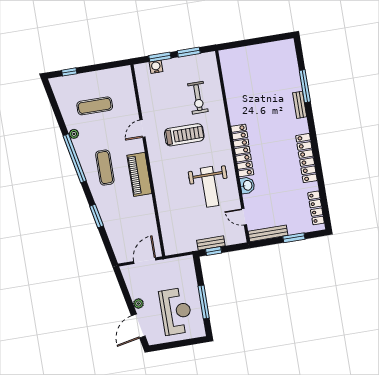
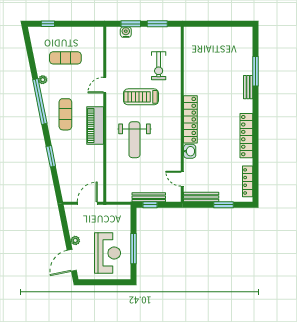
treadmill: (184, 135) -> (141, 97), turned 180
weight bench: (210, 187) -> (134, 140), moved
bench: (211, 243) -> (149, 197), width x1.36

